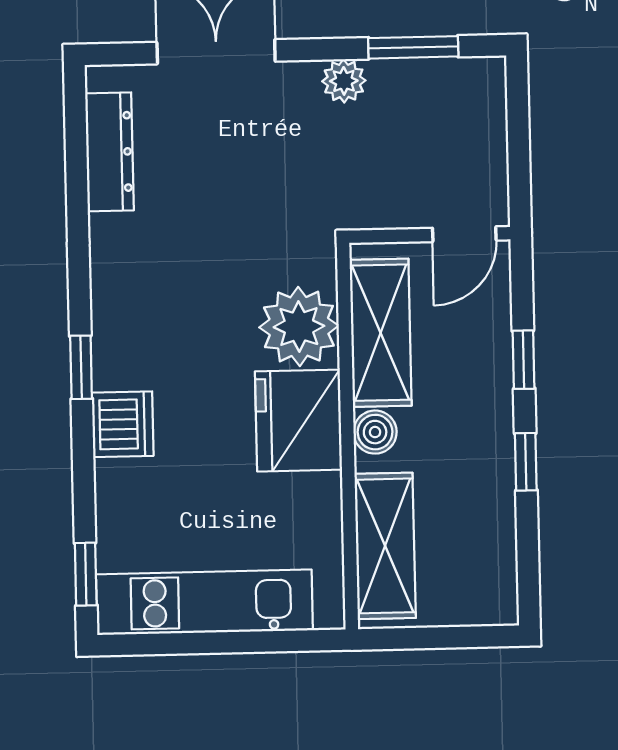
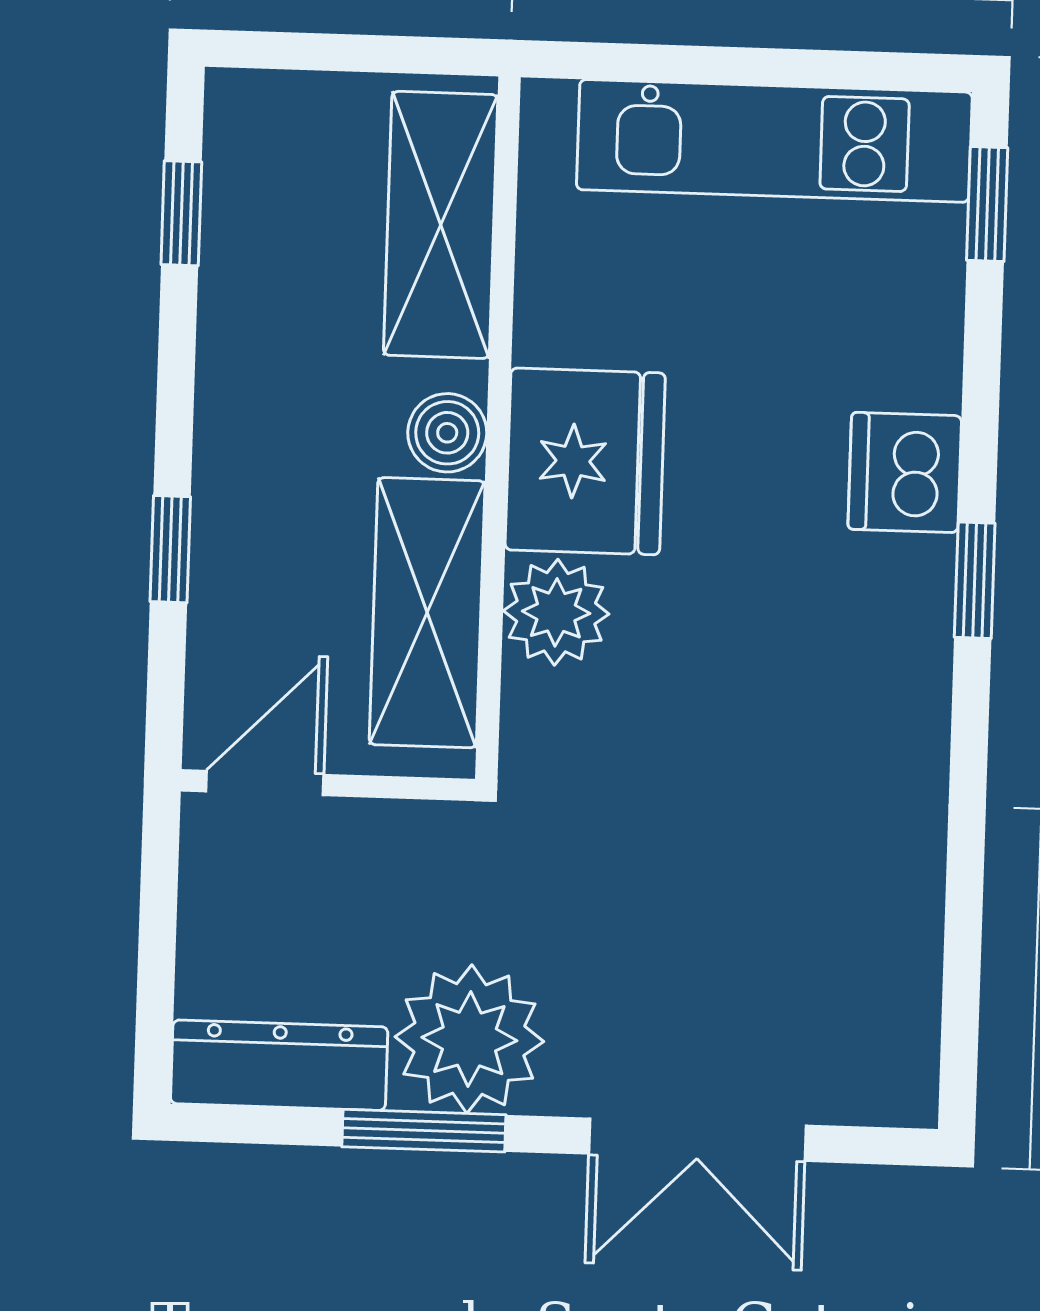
window: (413, 47) -> (424, 1131), moved
plant: (344, 81) -> (469, 1039), width x1.87, depth x1.87
dresser: (109, 152) -> (279, 1065), moved, turned 90
plant: (299, 327) -> (556, 612), width x0.73, depth x0.73
window: (526, 462) -> (181, 213), moved

